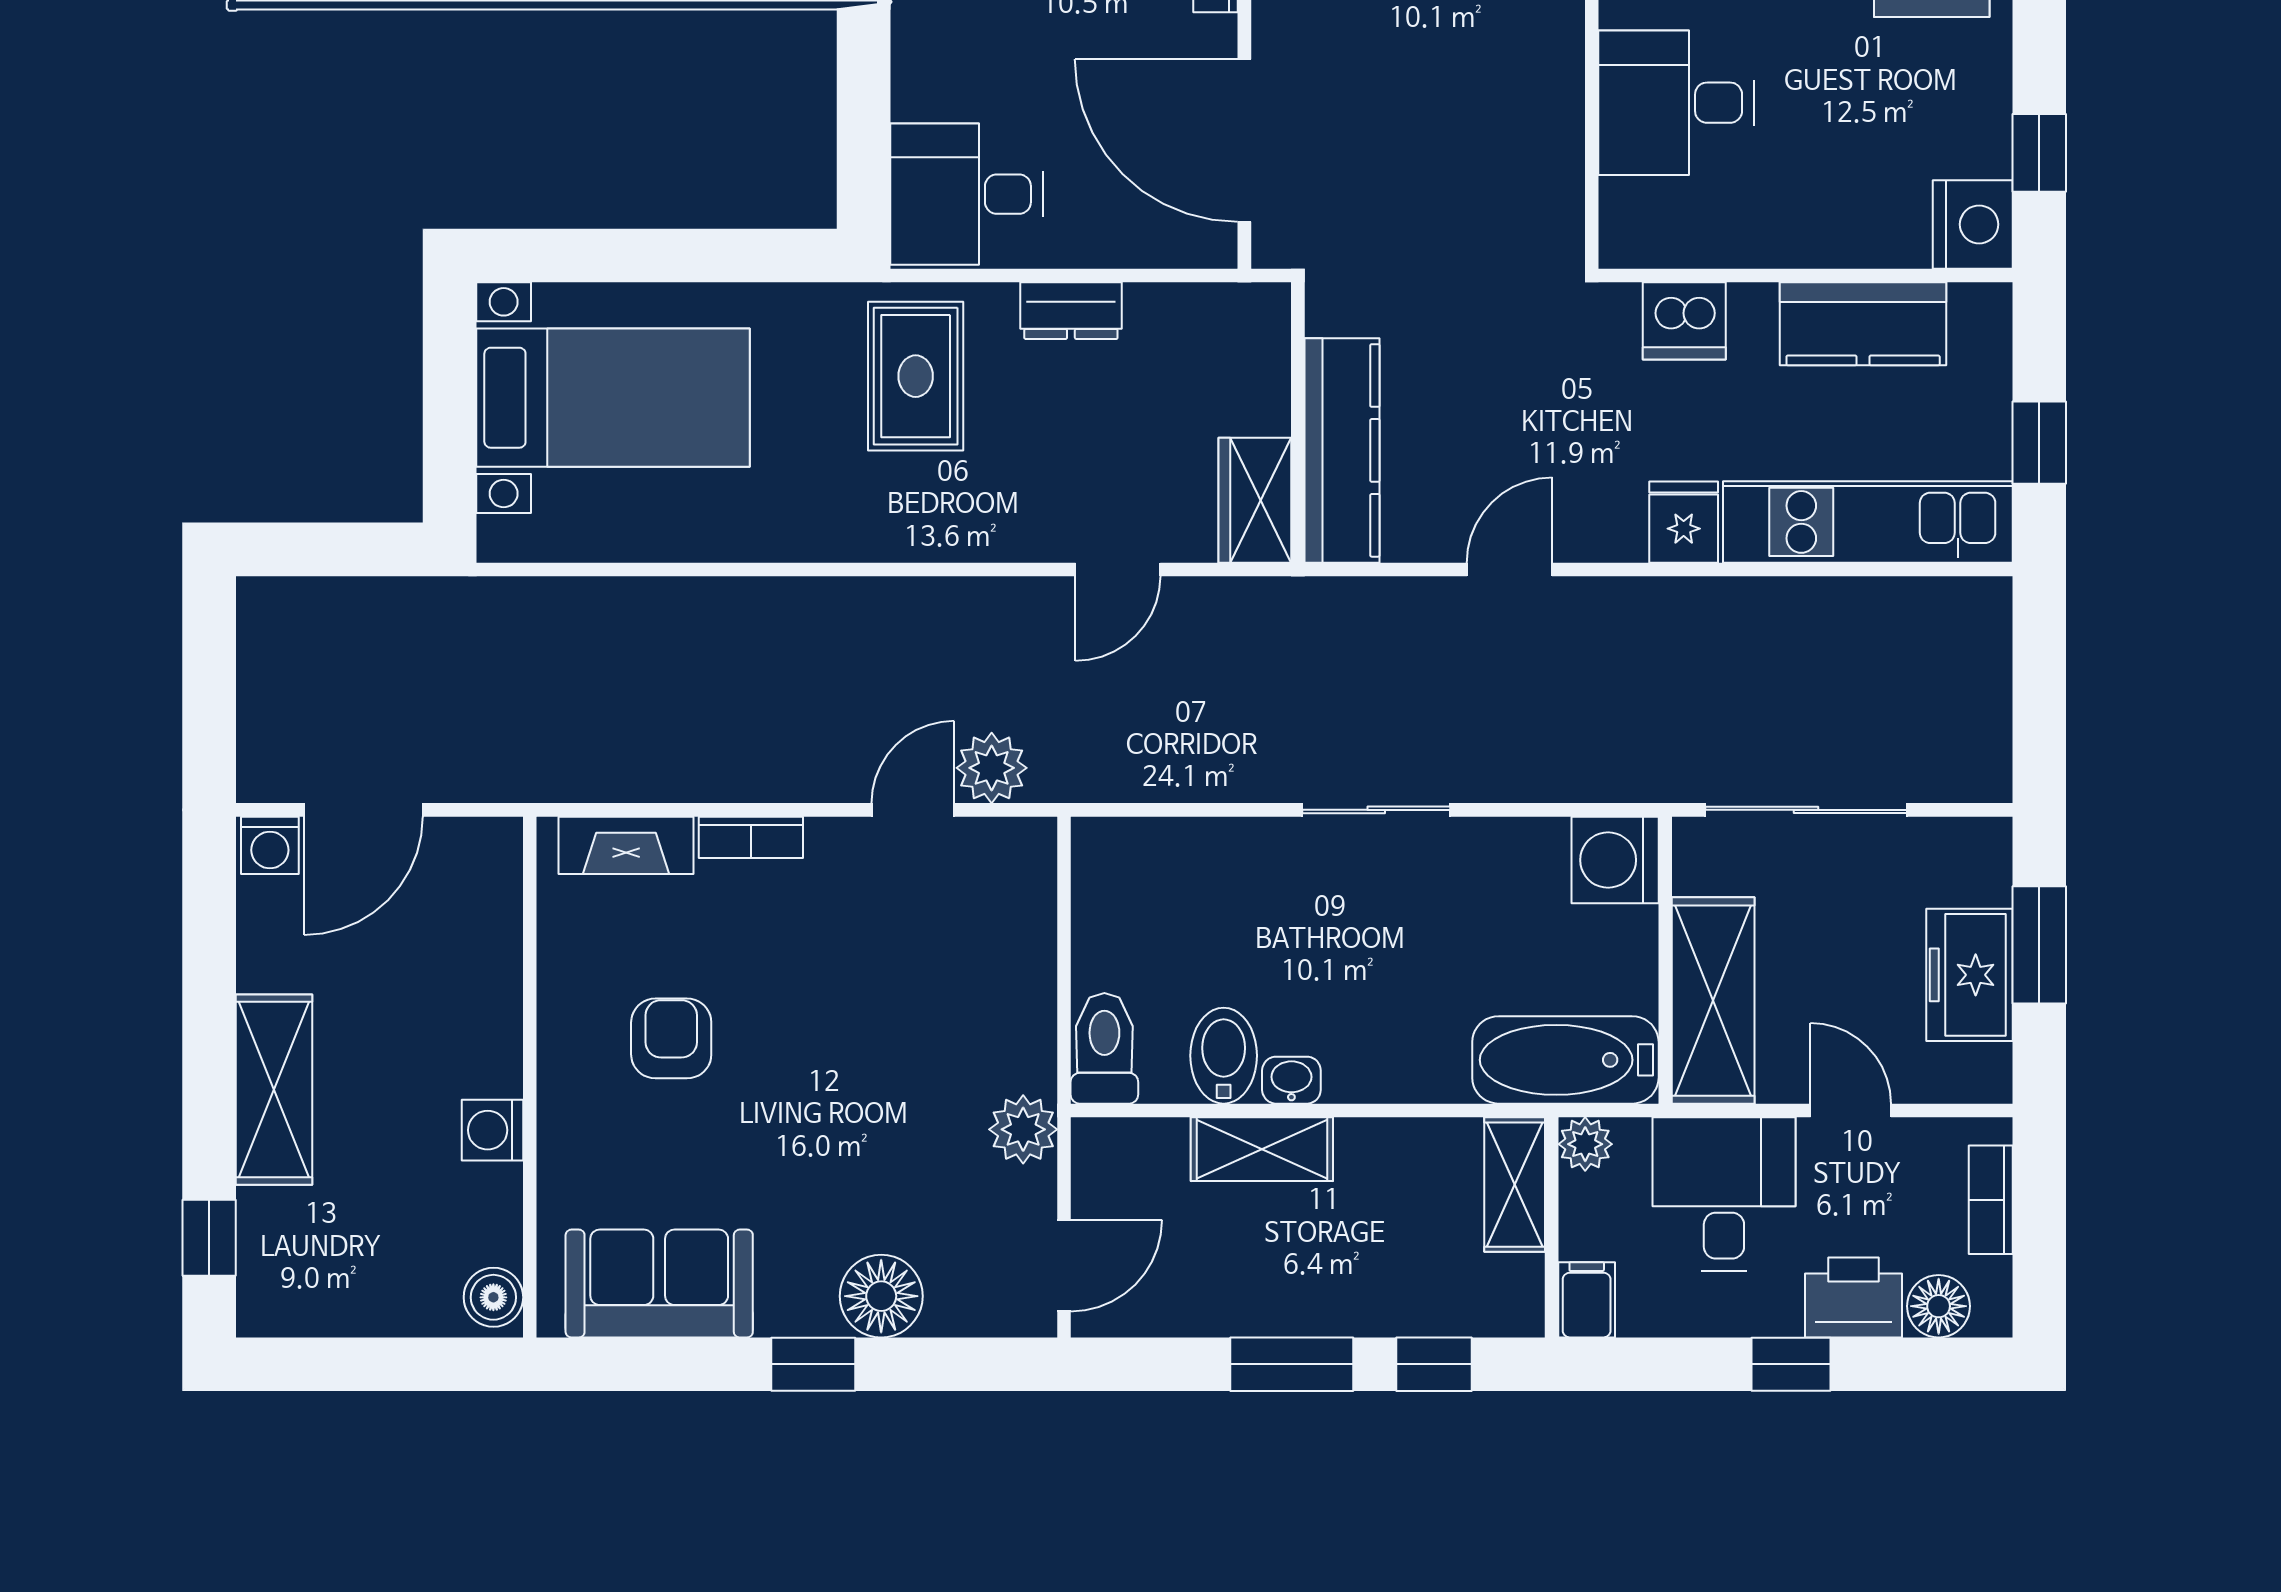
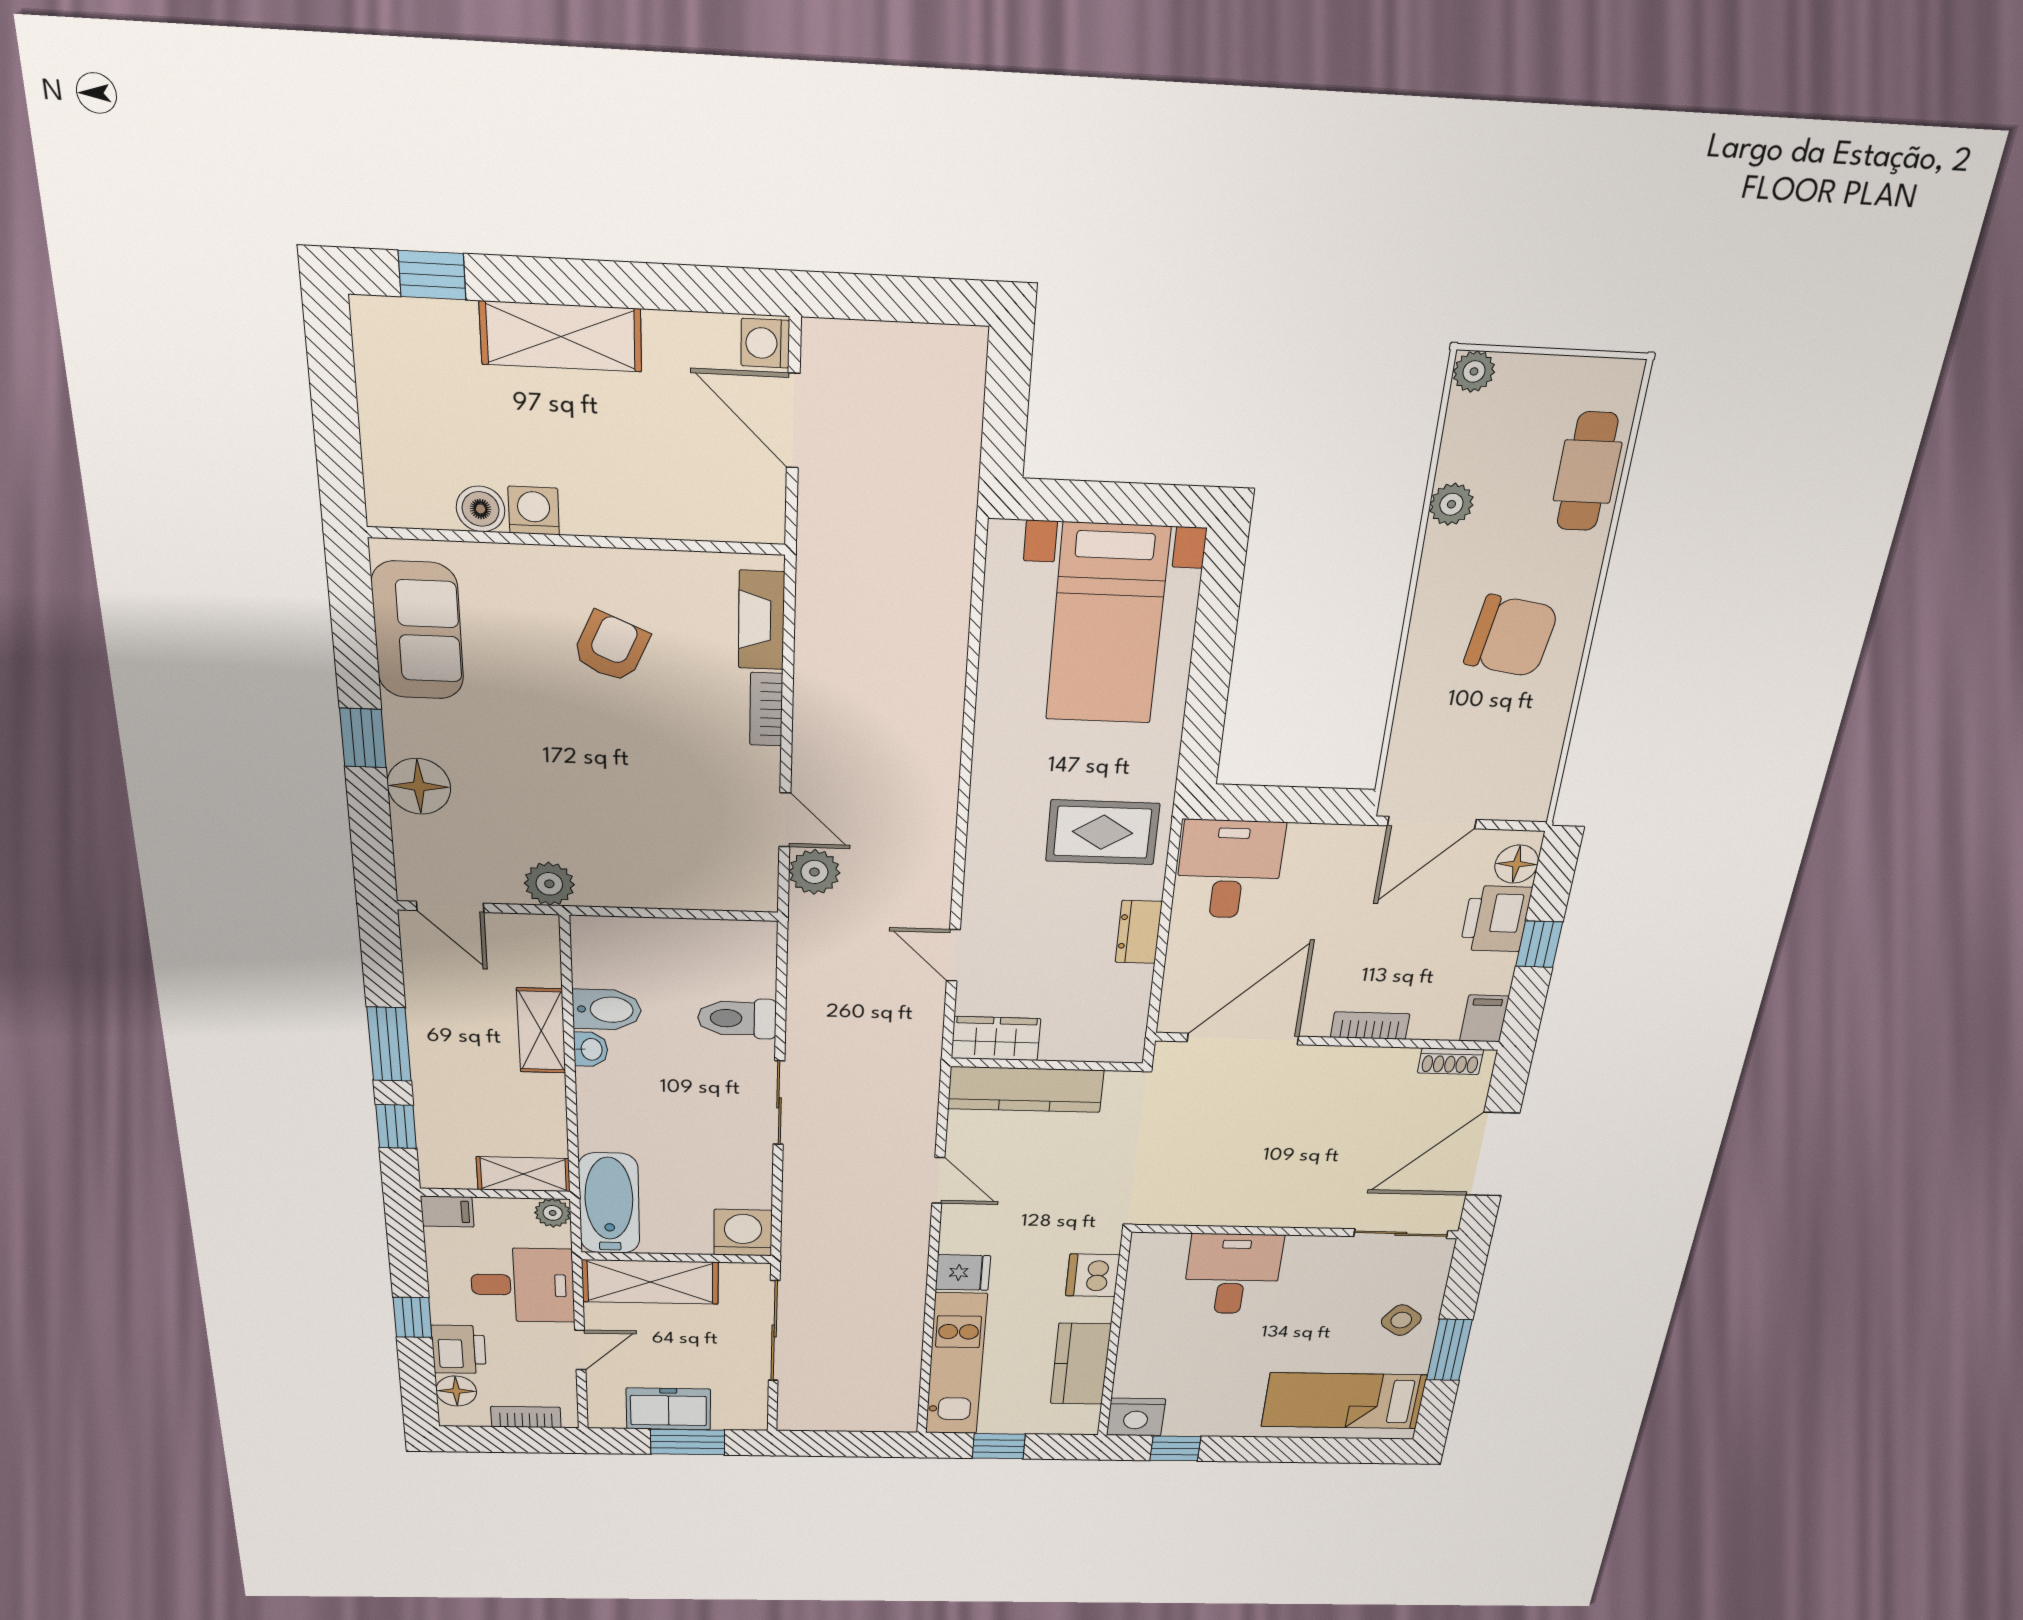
armchair: (671, 1038) -> (611, 647), turned -66
toilet: (1104, 1048) -> (737, 1018), moved, turned 180
boiler: (493, 1297) -> (481, 509), moved

